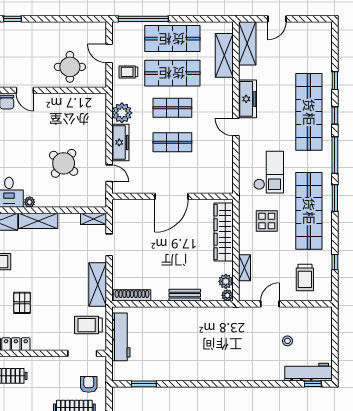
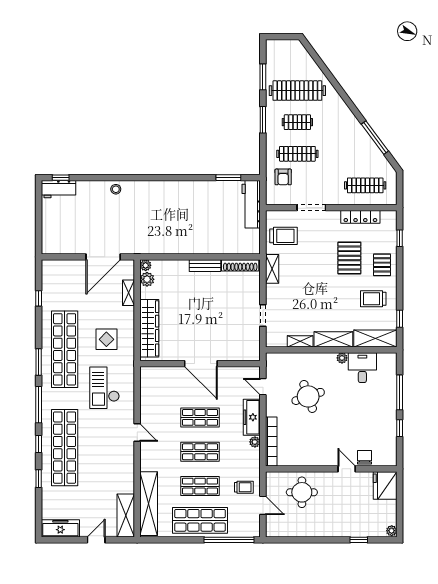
shelving: (224, 55) -> (149, 504), width x1.47
shop shelf: (172, 73) -> (200, 486), width x0.70, depth x0.74
freezer: (247, 99) -> (60, 528), moved, turned 90
plant: (122, 113) -> (255, 442), width x0.53, depth x0.53
bookcase: (101, 118) -> (271, 441), added
round table: (64, 163) -> (308, 396), turned 32
door: (172, 196) -> (201, 364), swing flipped
shelving: (93, 219) -> (300, 341), moved
trolley: (305, 278) -> (69, 283), removed
shelving: (98, 285) -> (272, 269), width x0.67, depth x0.75
bench: (185, 295) -> (205, 266), moved
pallet: (22, 303) -> (349, 258), width x1.50, depth x1.42
door: (270, 304) -> (103, 257), width x1.88
workbench: (121, 337) -> (251, 204), moved
stool: (287, 341) -> (116, 189), moved
doorway: (82, 353) -> (311, 208), moved
workbench: (308, 372) -> (59, 189), width x0.73

